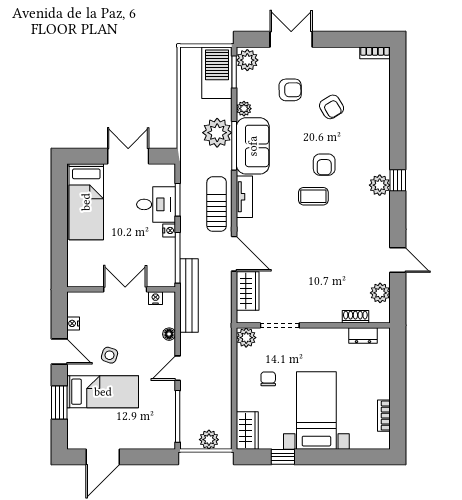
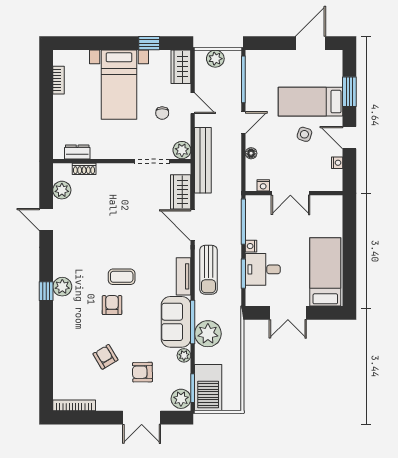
bookcase: (375, 53) -> (74, 405), width x1.56
bench: (189, 295) -> (203, 160), moved
door: (234, 390) -> (193, 103), added

